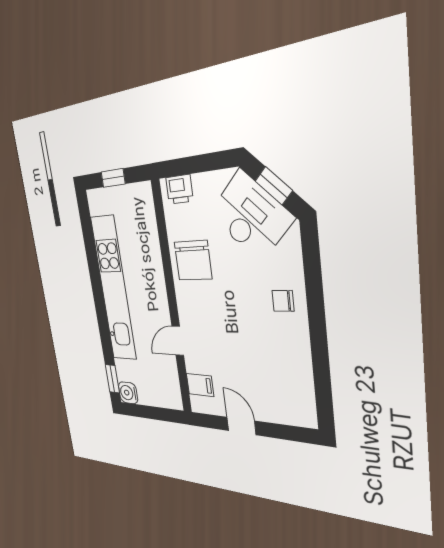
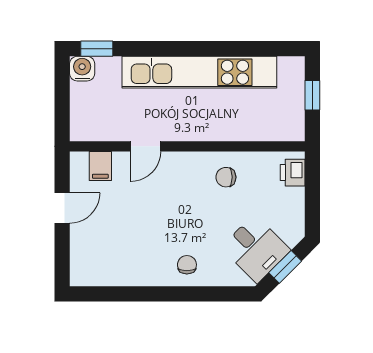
desk: (250, 216) -> (256, 249), width x0.73
chair: (193, 260) -> (226, 177), width x0.54, depth x0.54
door: (178, 341) -> (146, 146), swing flipped

